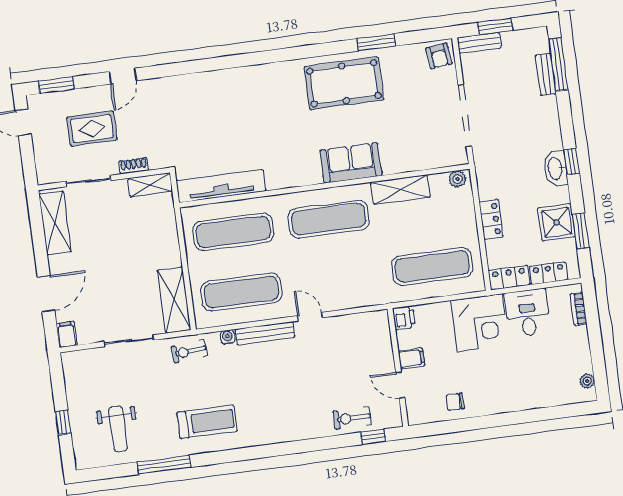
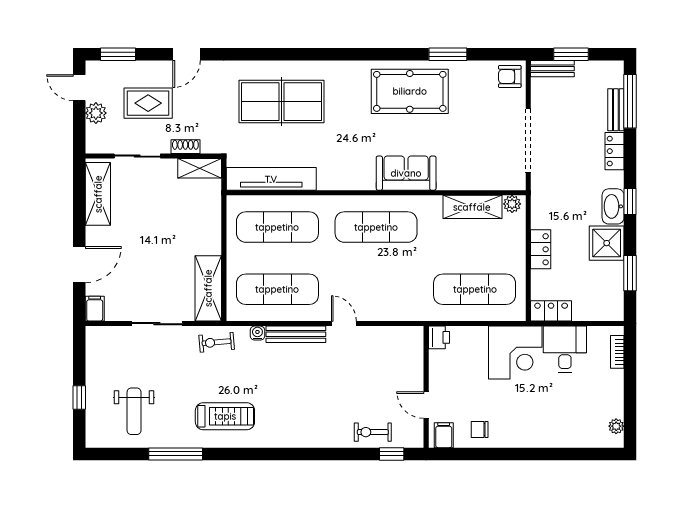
armchair: (439, 56) -> (510, 76), turned 97
table tennis table: (221, 110) -> (281, 102), added
plant: (43, 145) -> (96, 113), added
shelving: (400, 190) -> (472, 207), moved
shower: (557, 222) -> (607, 243), moved
locker: (549, 273) -> (614, 151), moved, turned -90
filing cabinet: (412, 358) -> (444, 435), moved, turned -90

